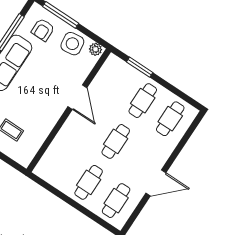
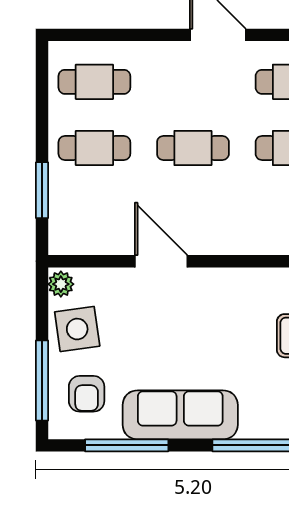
armchair: (43, 30) -> (87, 394), turned 90
door: (77, 97) -> (161, 261), hinge flipped

